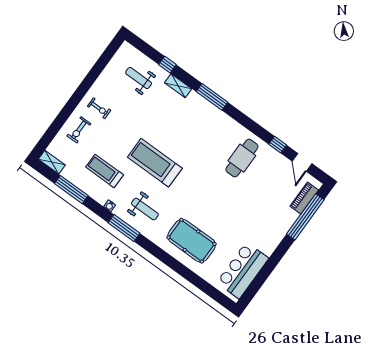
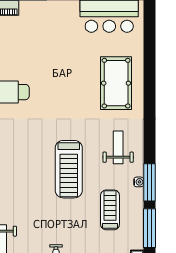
treadmill: (105, 171) -> (110, 210), turned 180
window: (124, 228) -> (149, 182), moved

